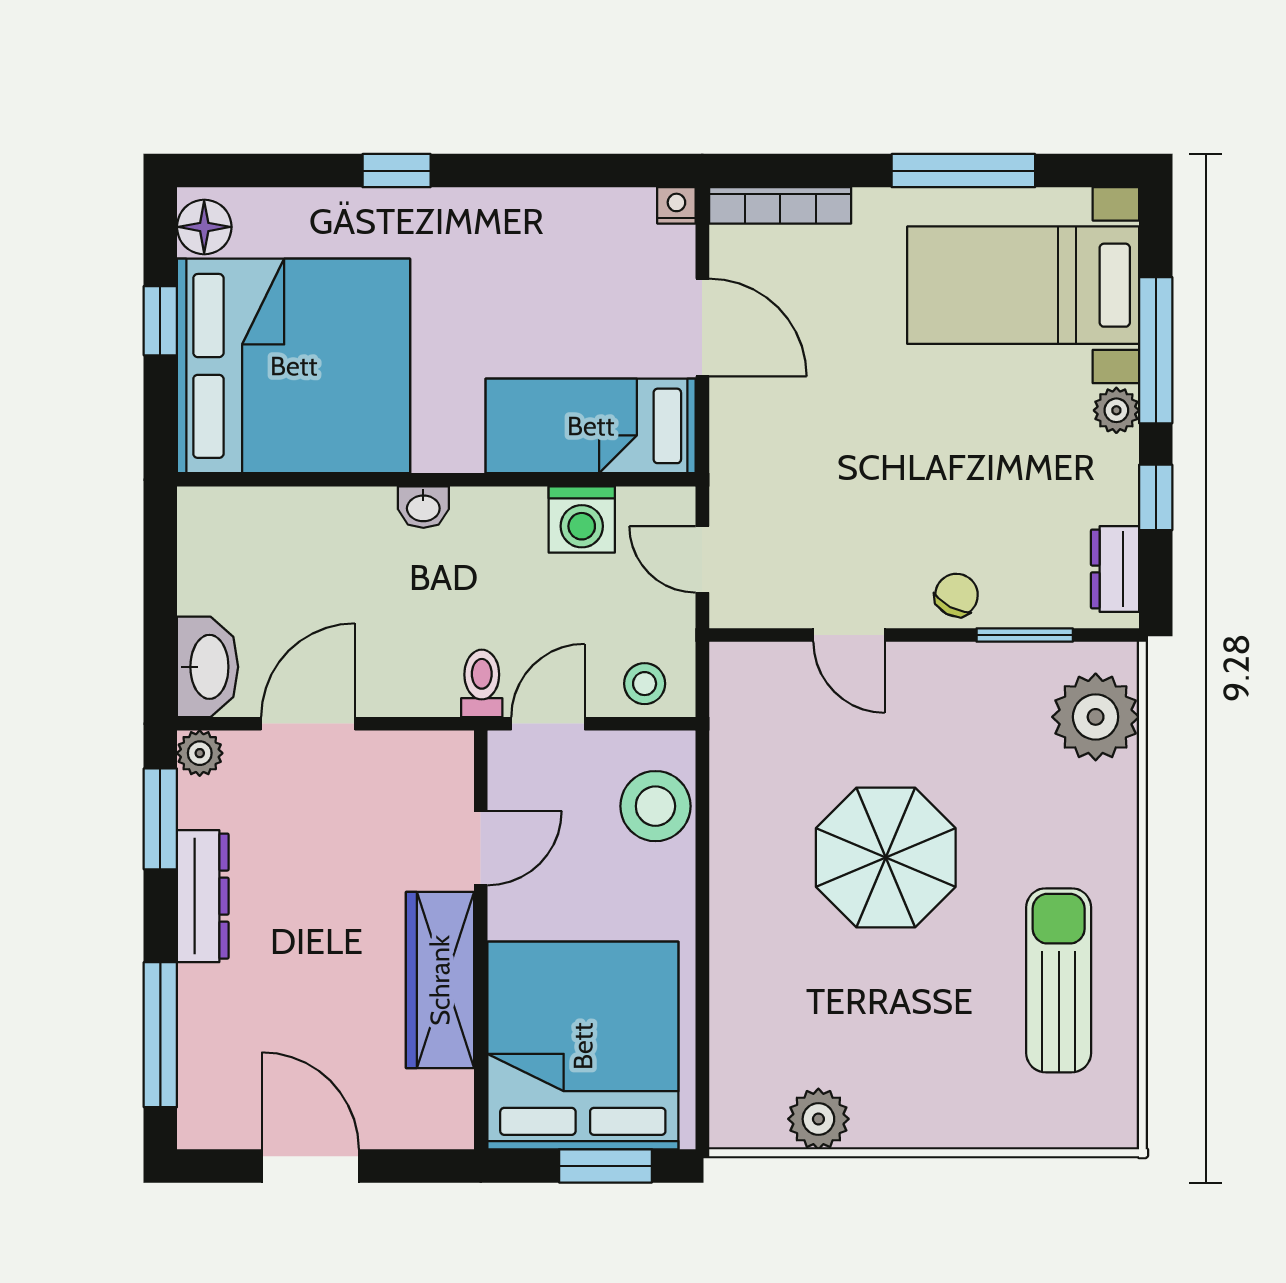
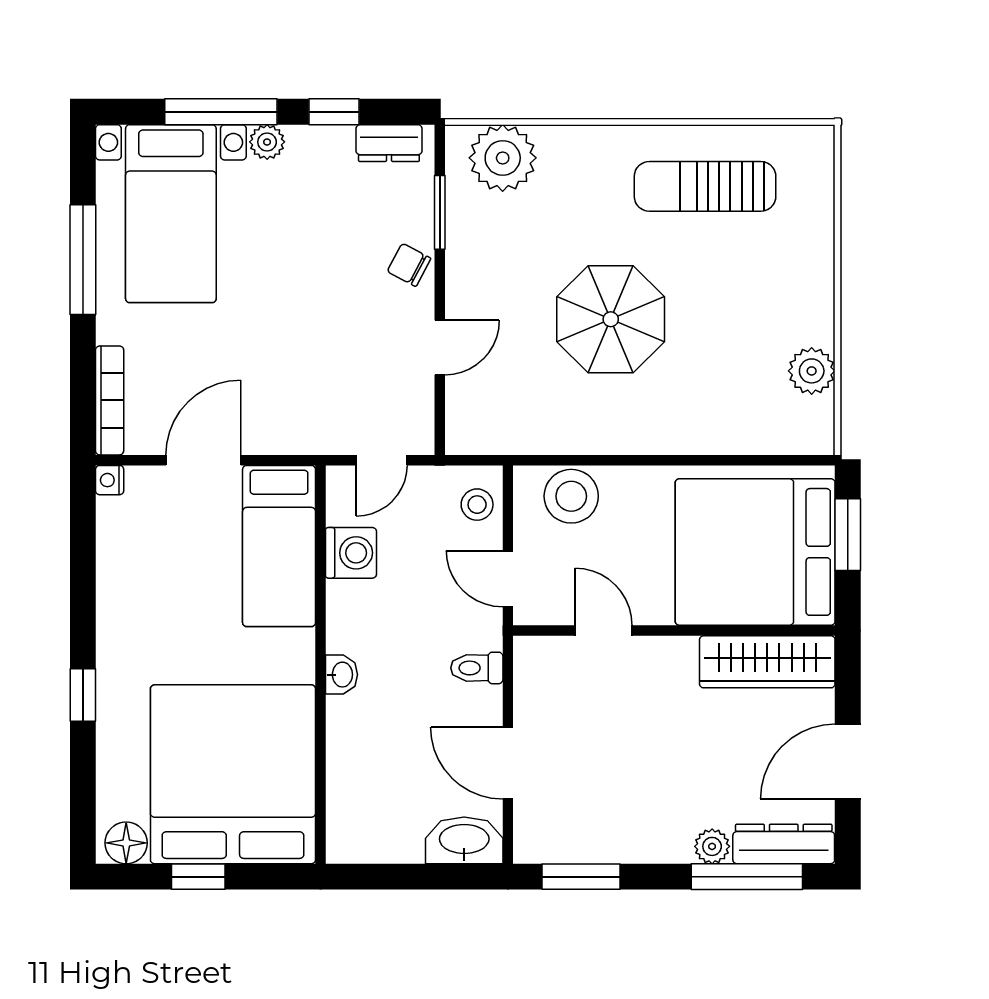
toilet: (482, 683) -> (477, 668), moved
plant: (200, 753) -> (712, 846), moved
dresser: (203, 896) -> (784, 844), moved
wardrobe: (440, 980) -> (767, 662), moved

